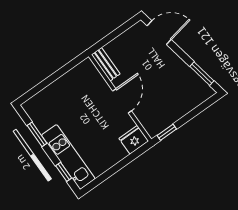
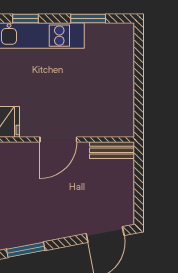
door: (122, 101) -> (58, 140), hinge flipped

